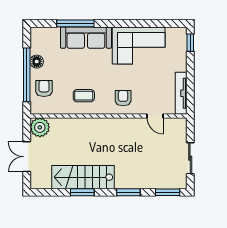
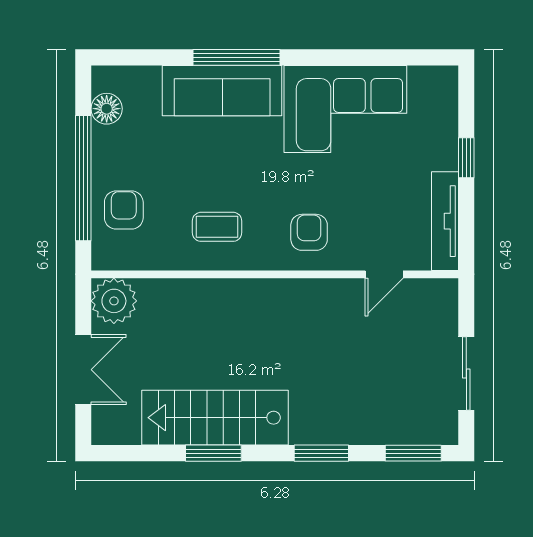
window: (75, 23) -> (237, 57), moved
window: (190, 43) -> (466, 158), moved
floor lamp: (37, 62) -> (107, 109), moved
door: (155, 116) -> (384, 274), hinge flipped
double door: (27, 157) -> (83, 370), swing flipped

